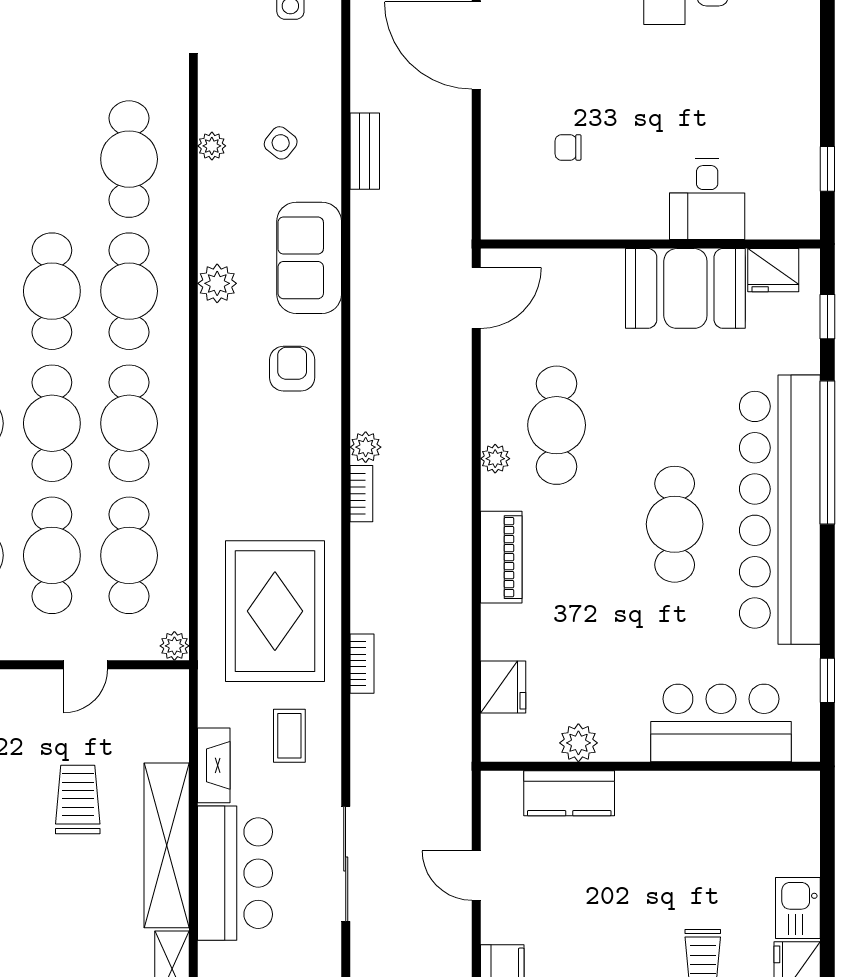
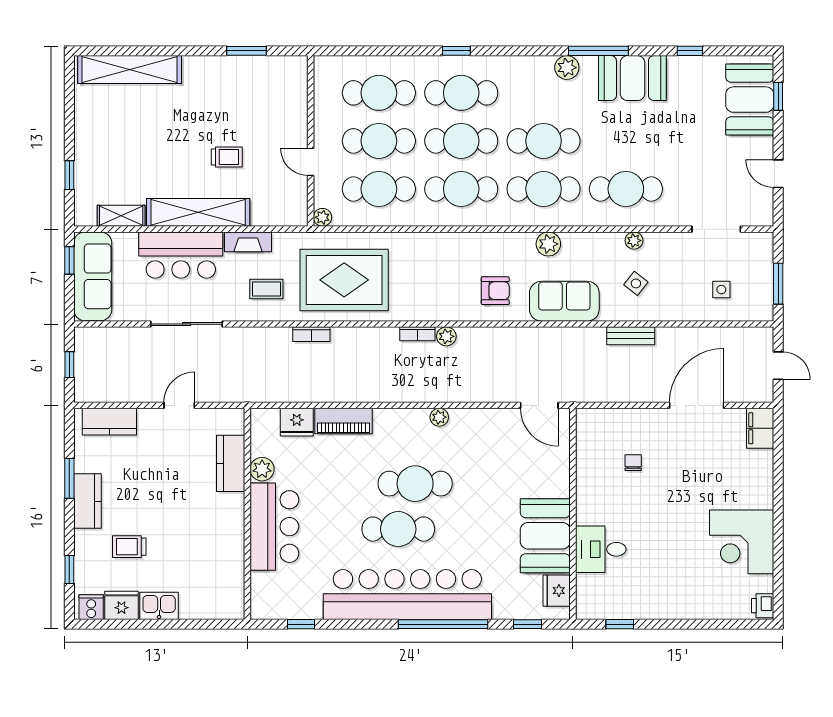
cafe table: (557, 425) -> (415, 484), moved
piano: (501, 557) -> (344, 421), moved
bar counter: (721, 723) -> (274, 527), moved
trolley: (78, 800) -> (227, 157), width x0.73, depth x0.72

